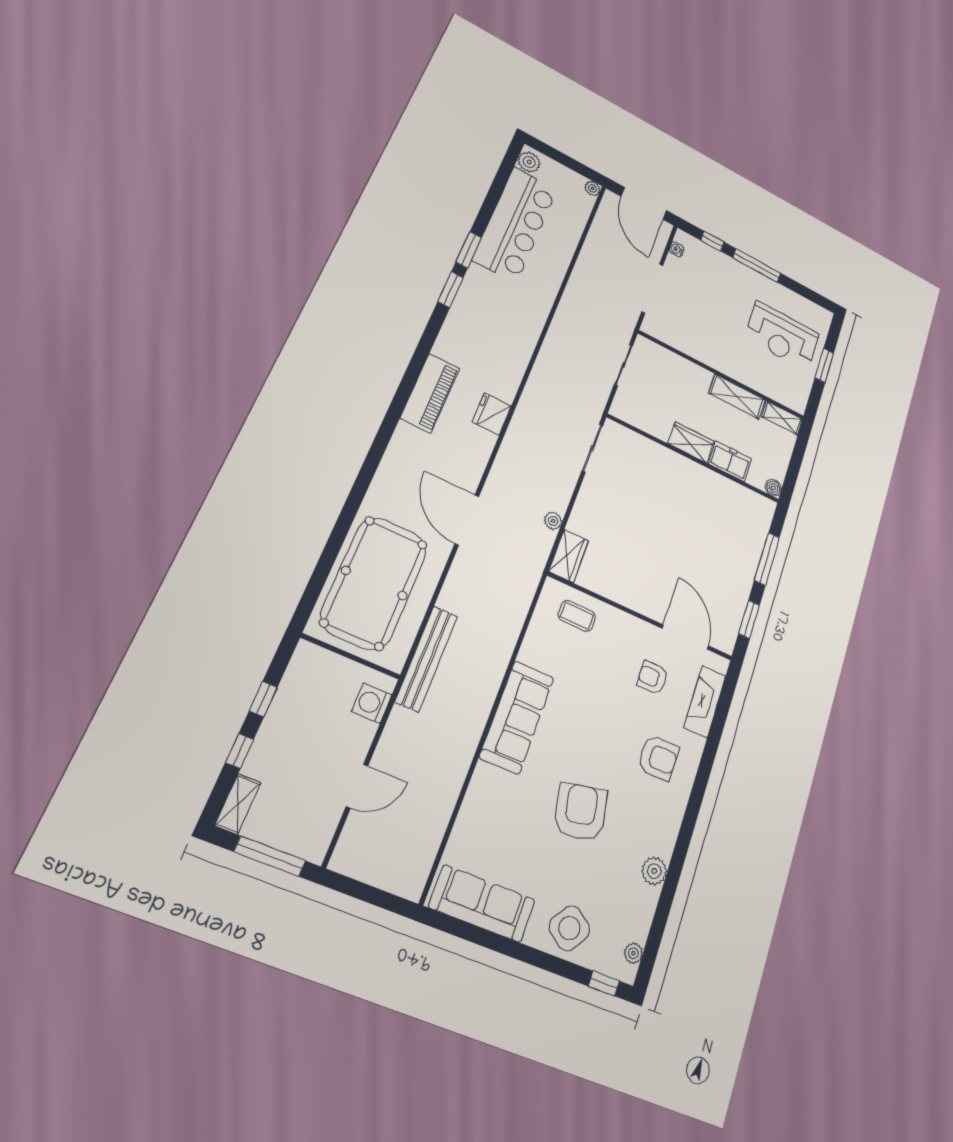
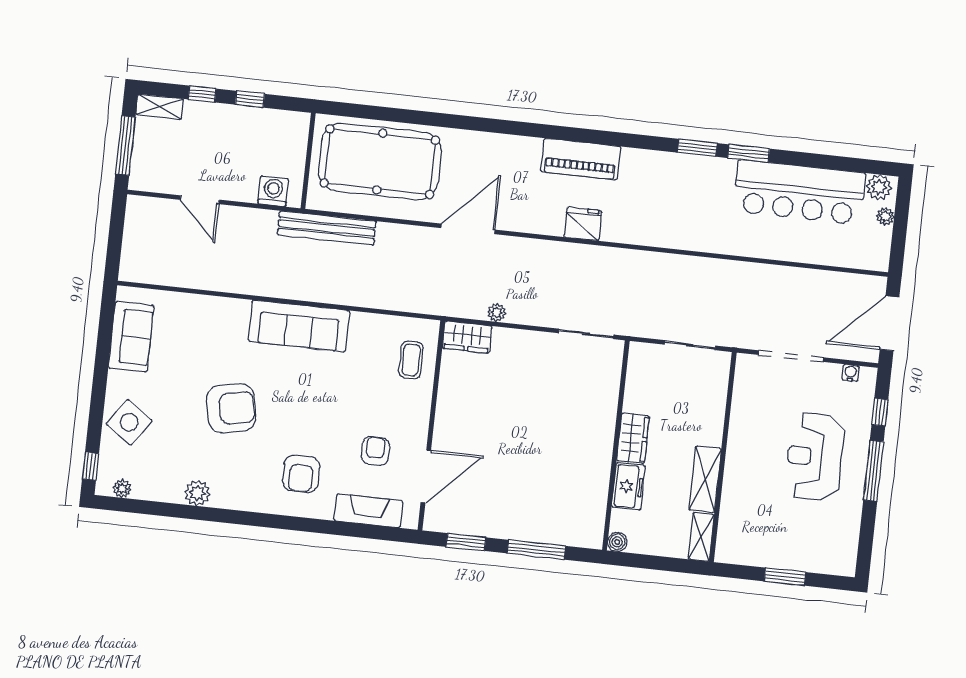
plant: (592, 189) -> (885, 216), moved
reception desk: (782, 336) -> (815, 457), moved
sofa: (482, 904) -> (131, 337), width x0.73

